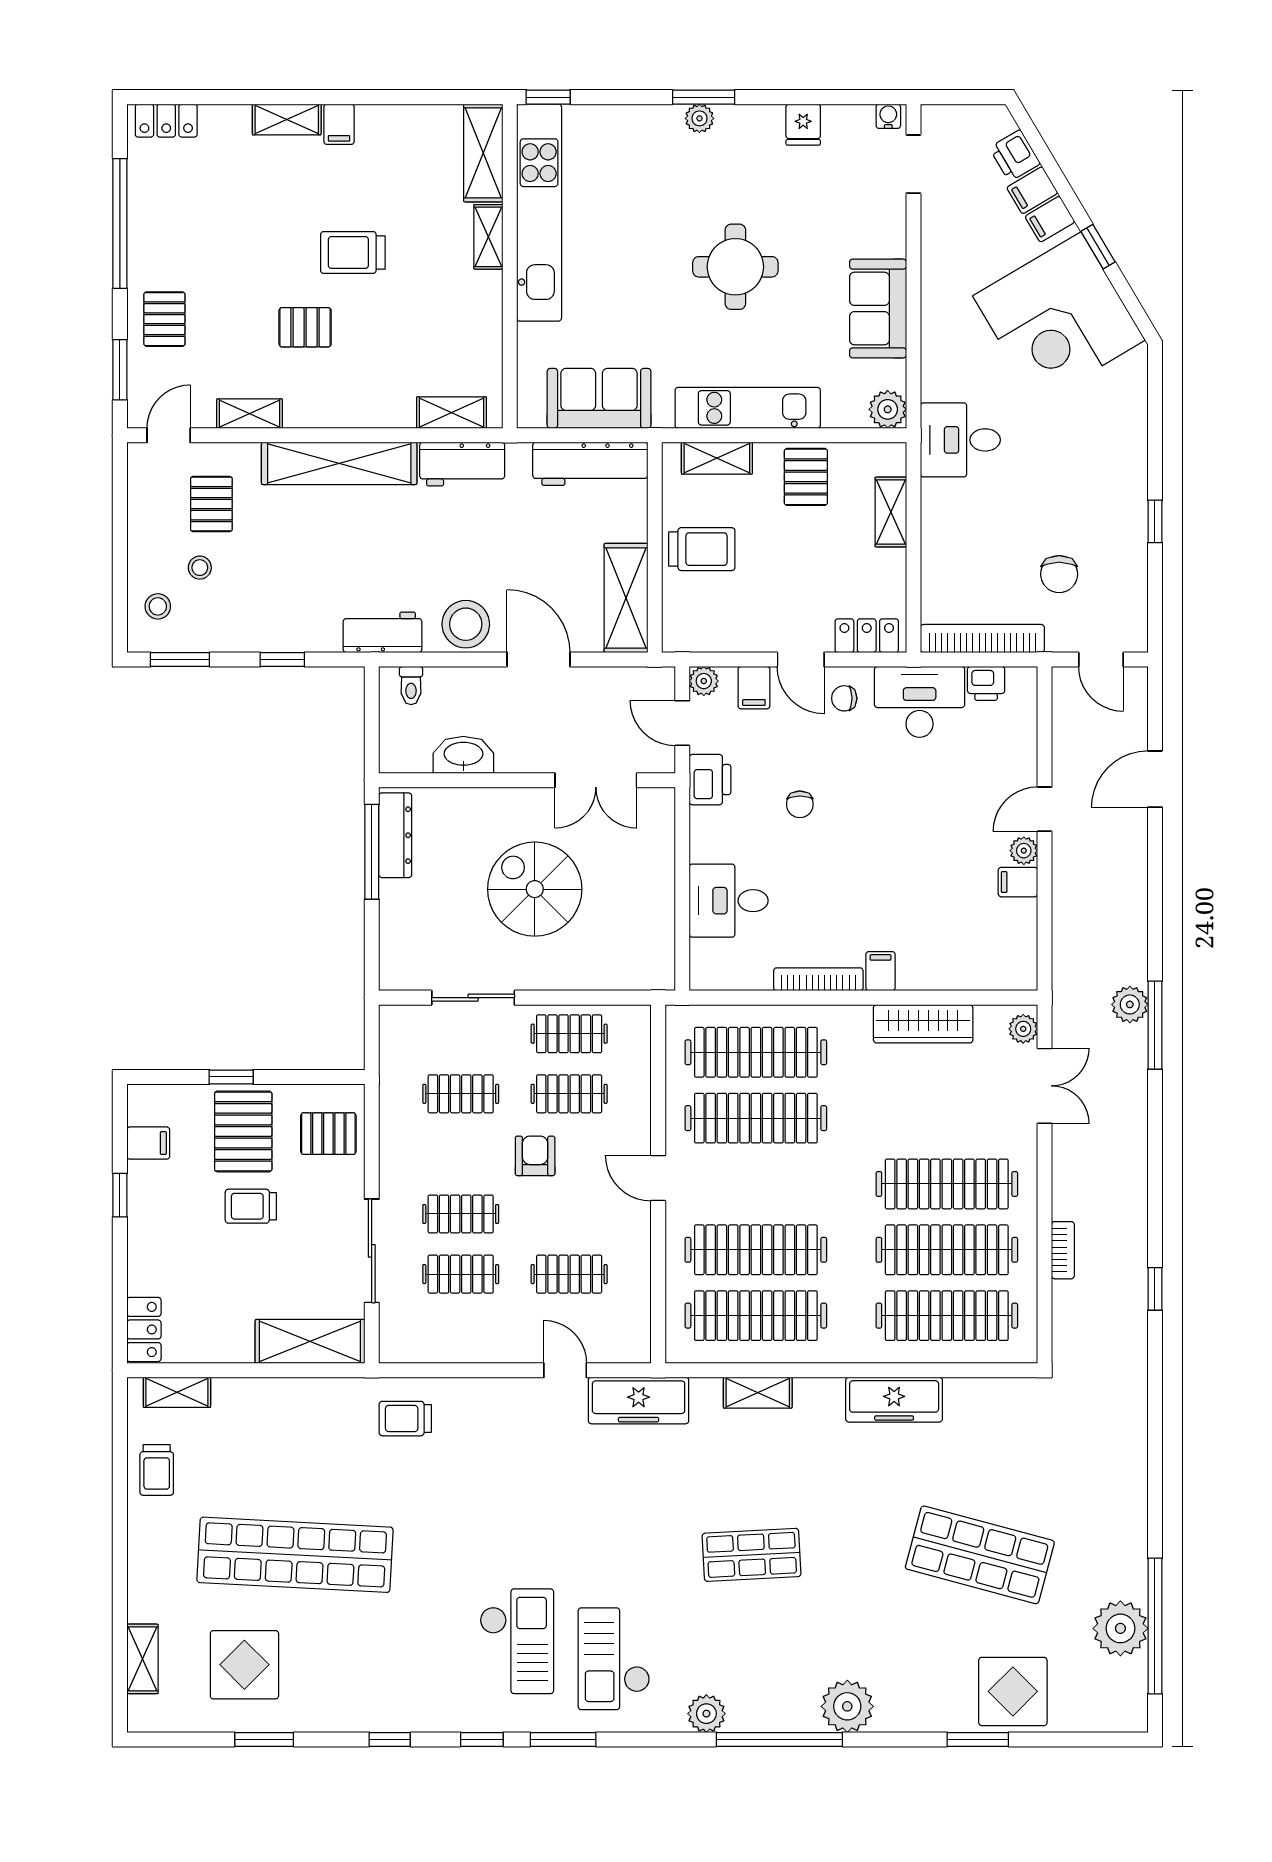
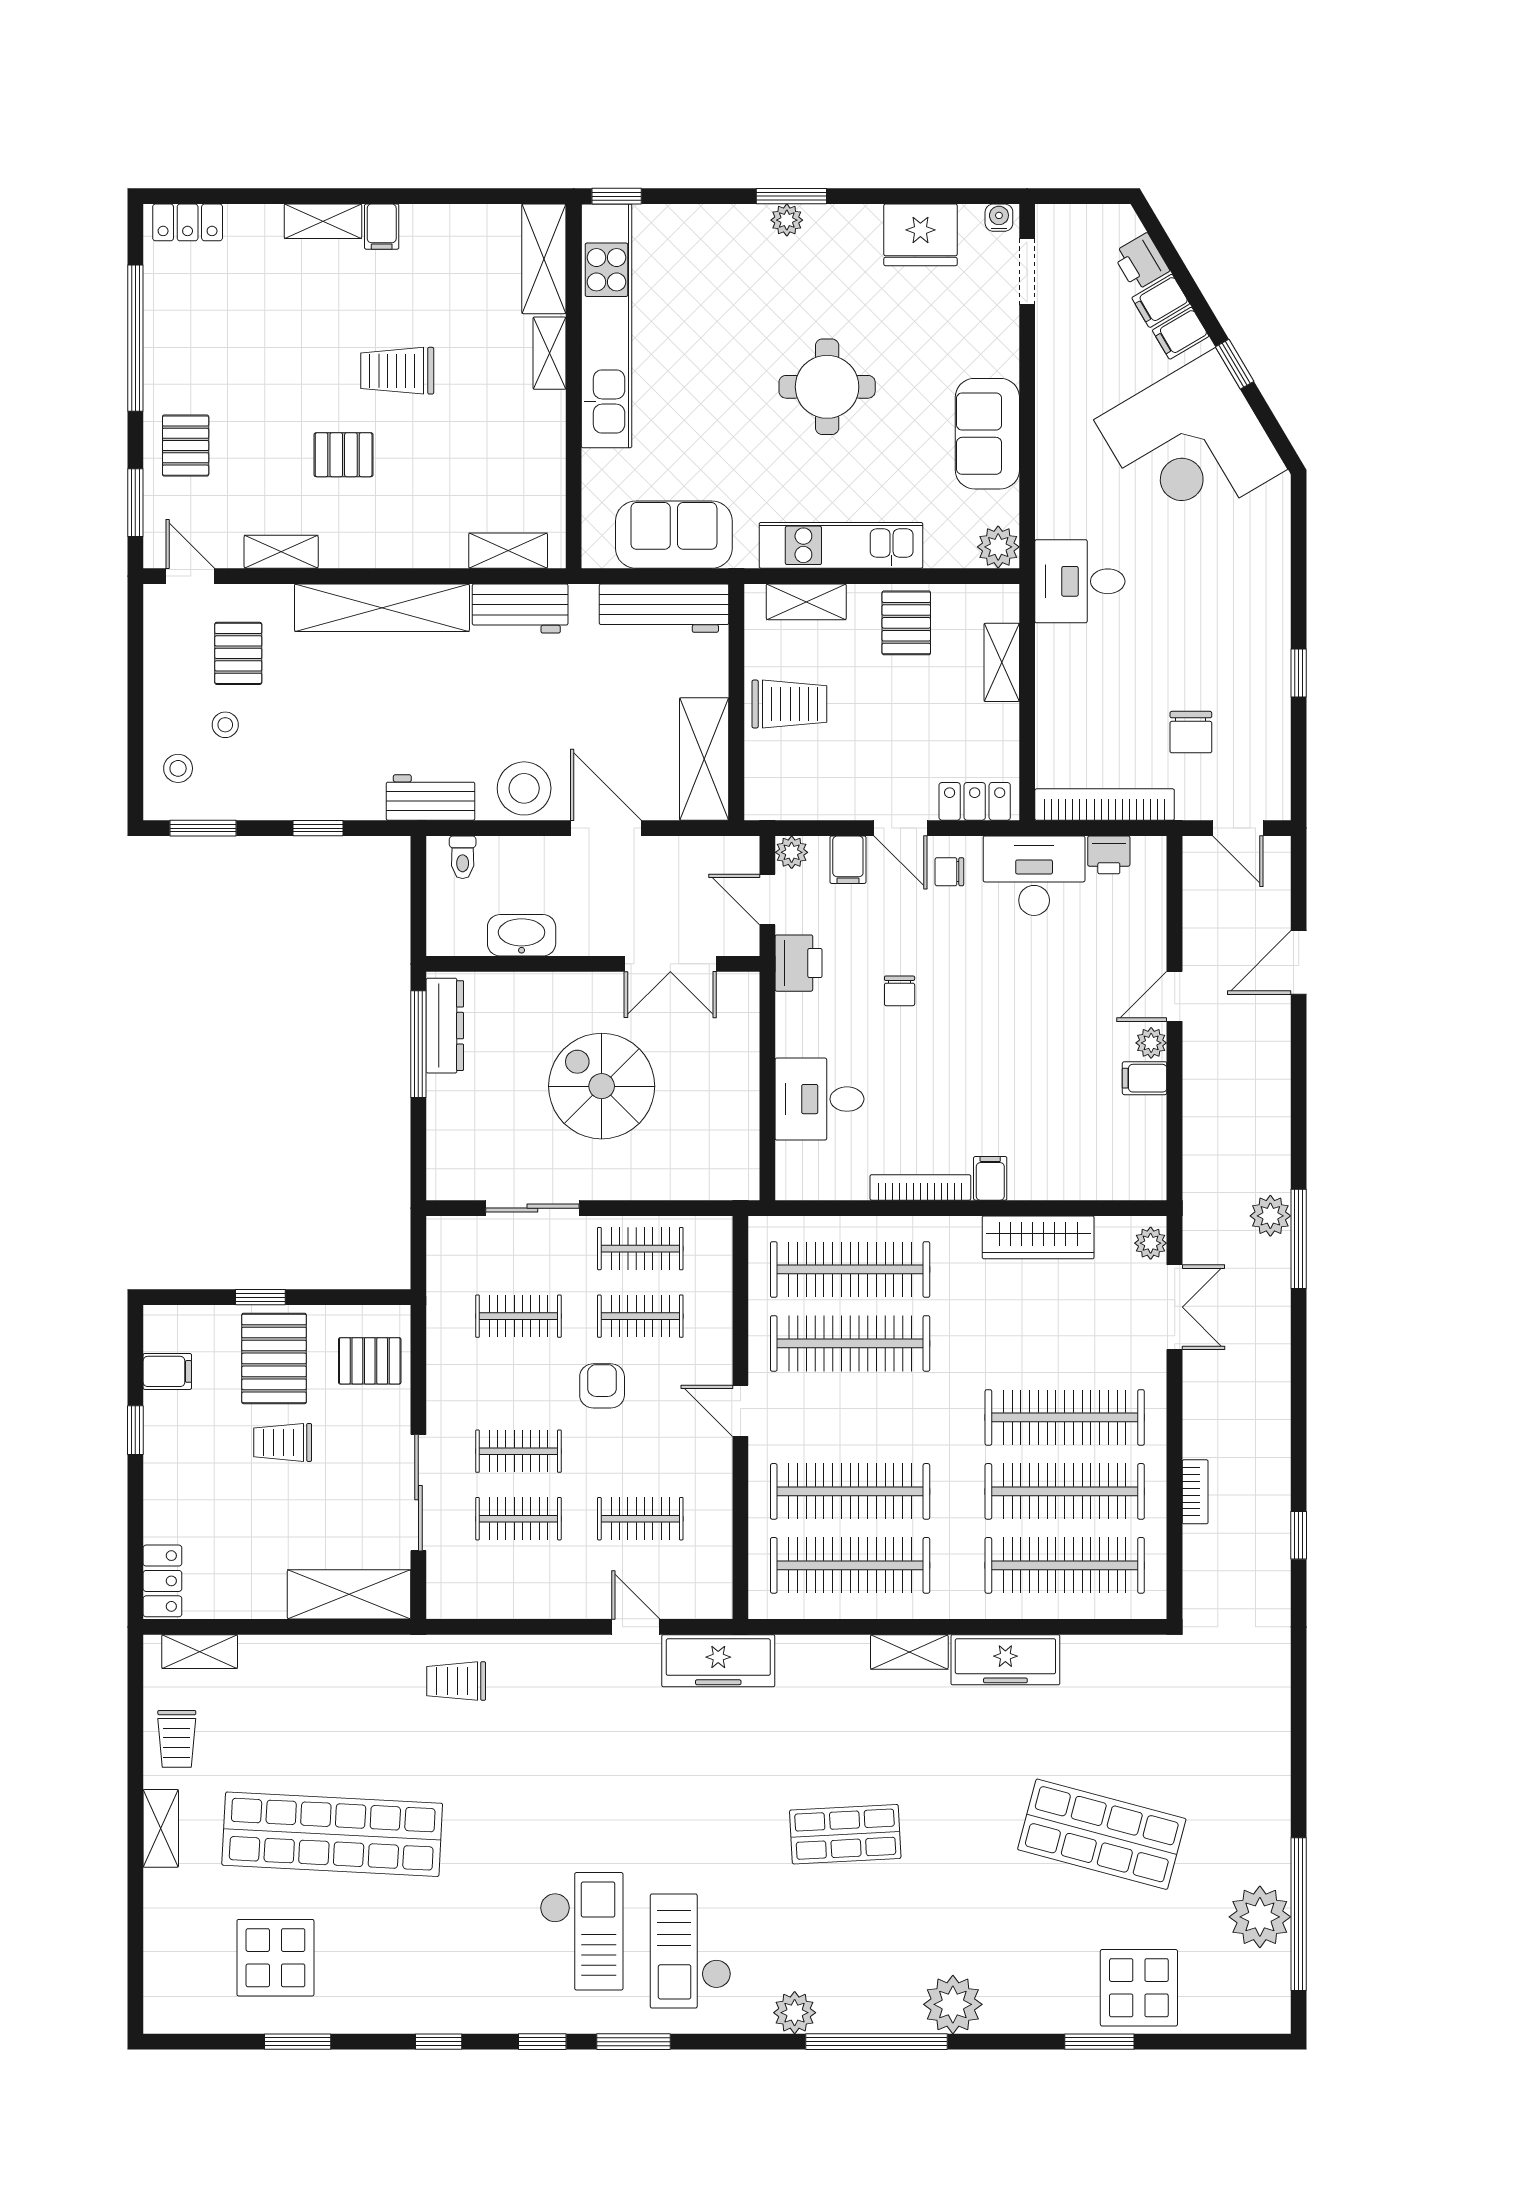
fridge: (803, 125) -> (920, 235), width x1.88, depth x1.34
door: (169, 435) -> (190, 576), hinge flipped
shelving: (758, 1393) -> (909, 1652), moved
shelving: (142, 1659) -> (161, 1828), moved

